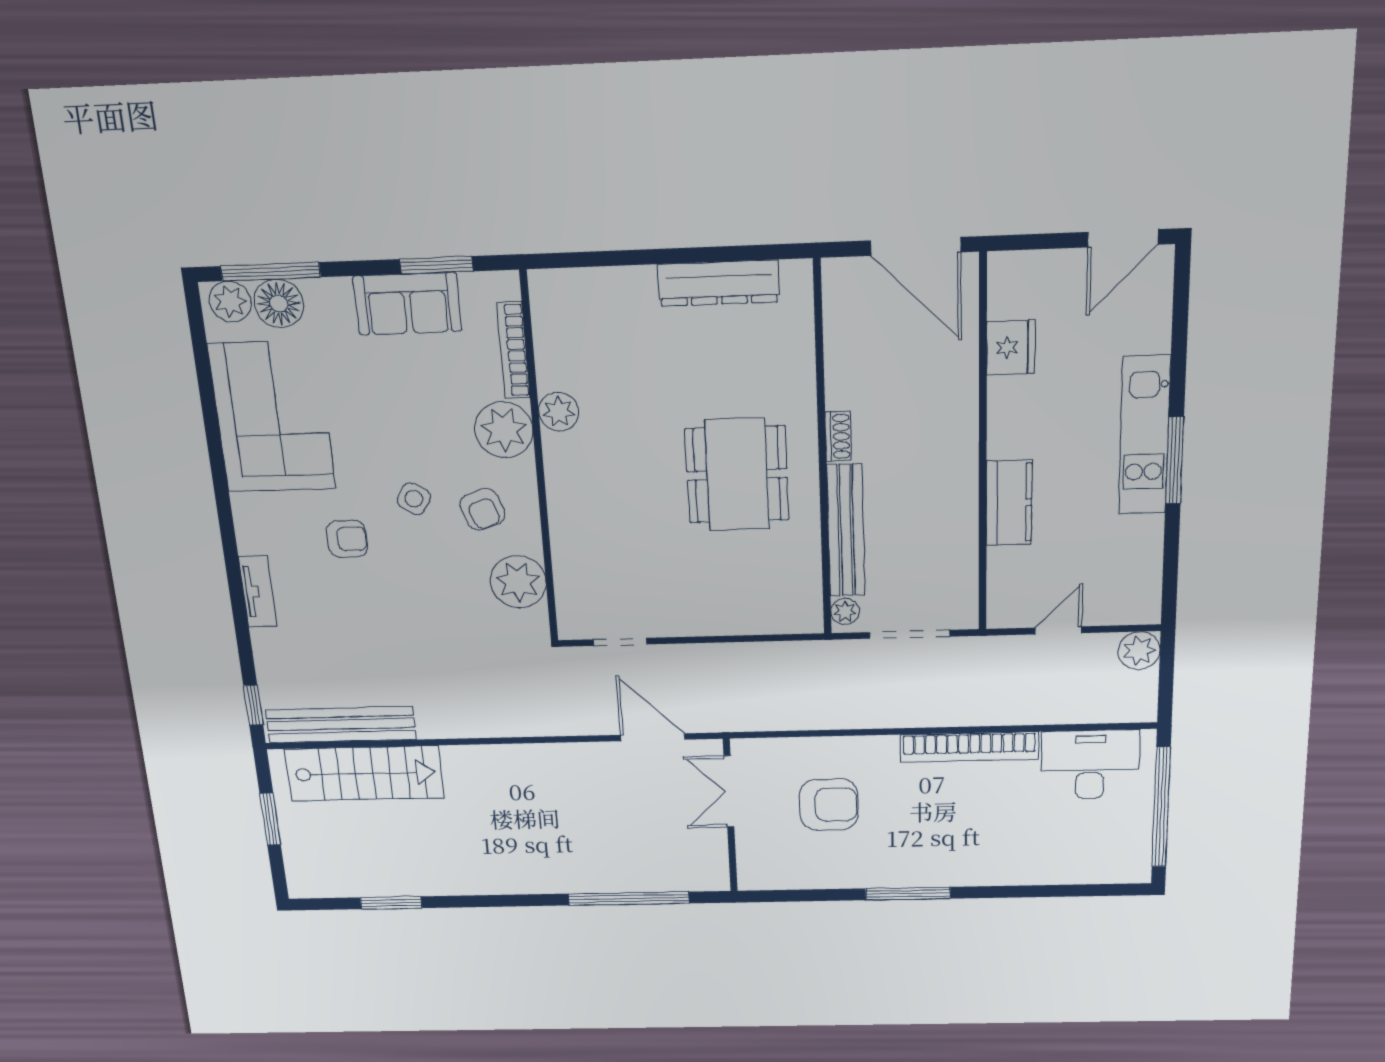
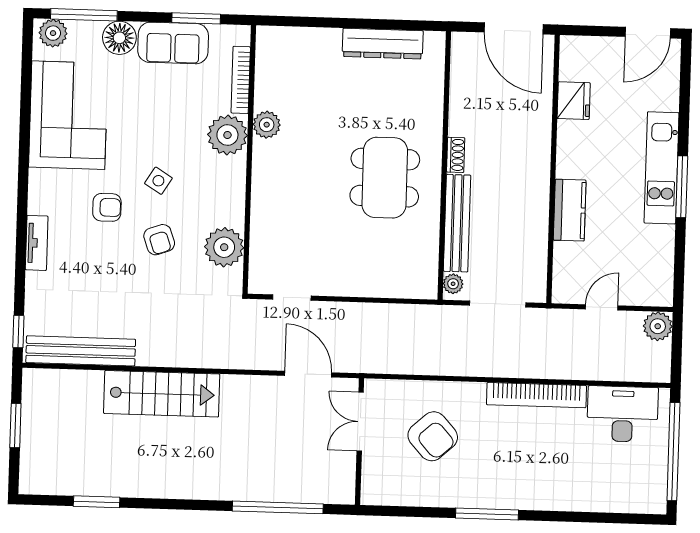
floor lamp: (279, 303) -> (119, 38), moved
armchair: (482, 509) -> (159, 240), moved
stairs: (364, 773) -> (162, 394), moved
armchair: (829, 805) -> (433, 436), turned 48

